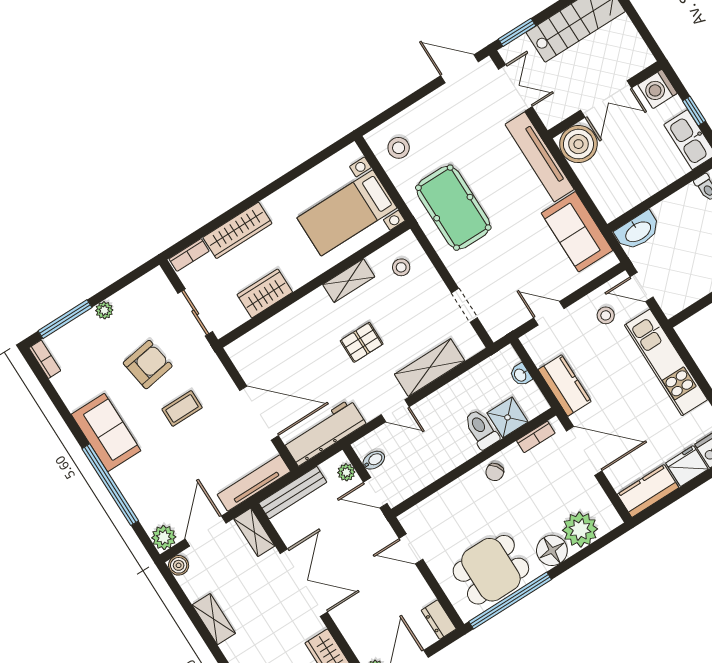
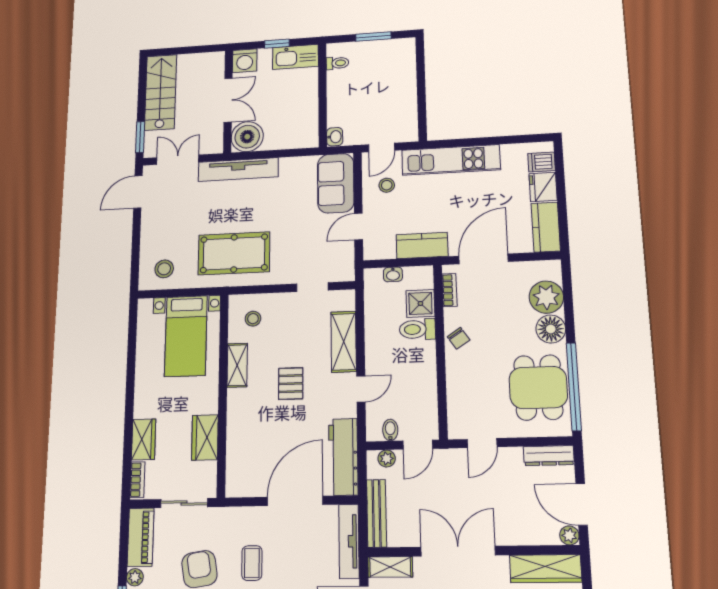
wardrobe: (237, 230) -> (144, 439), width x0.67
washbasin: (638, 231) -> (335, 137), width x0.52, depth x0.69
sofa: (577, 232) -> (336, 183), moved, turned 90
piano: (141, 292) -> (141, 537), added
dresser: (439, 620) -> (549, 456), width x1.44

